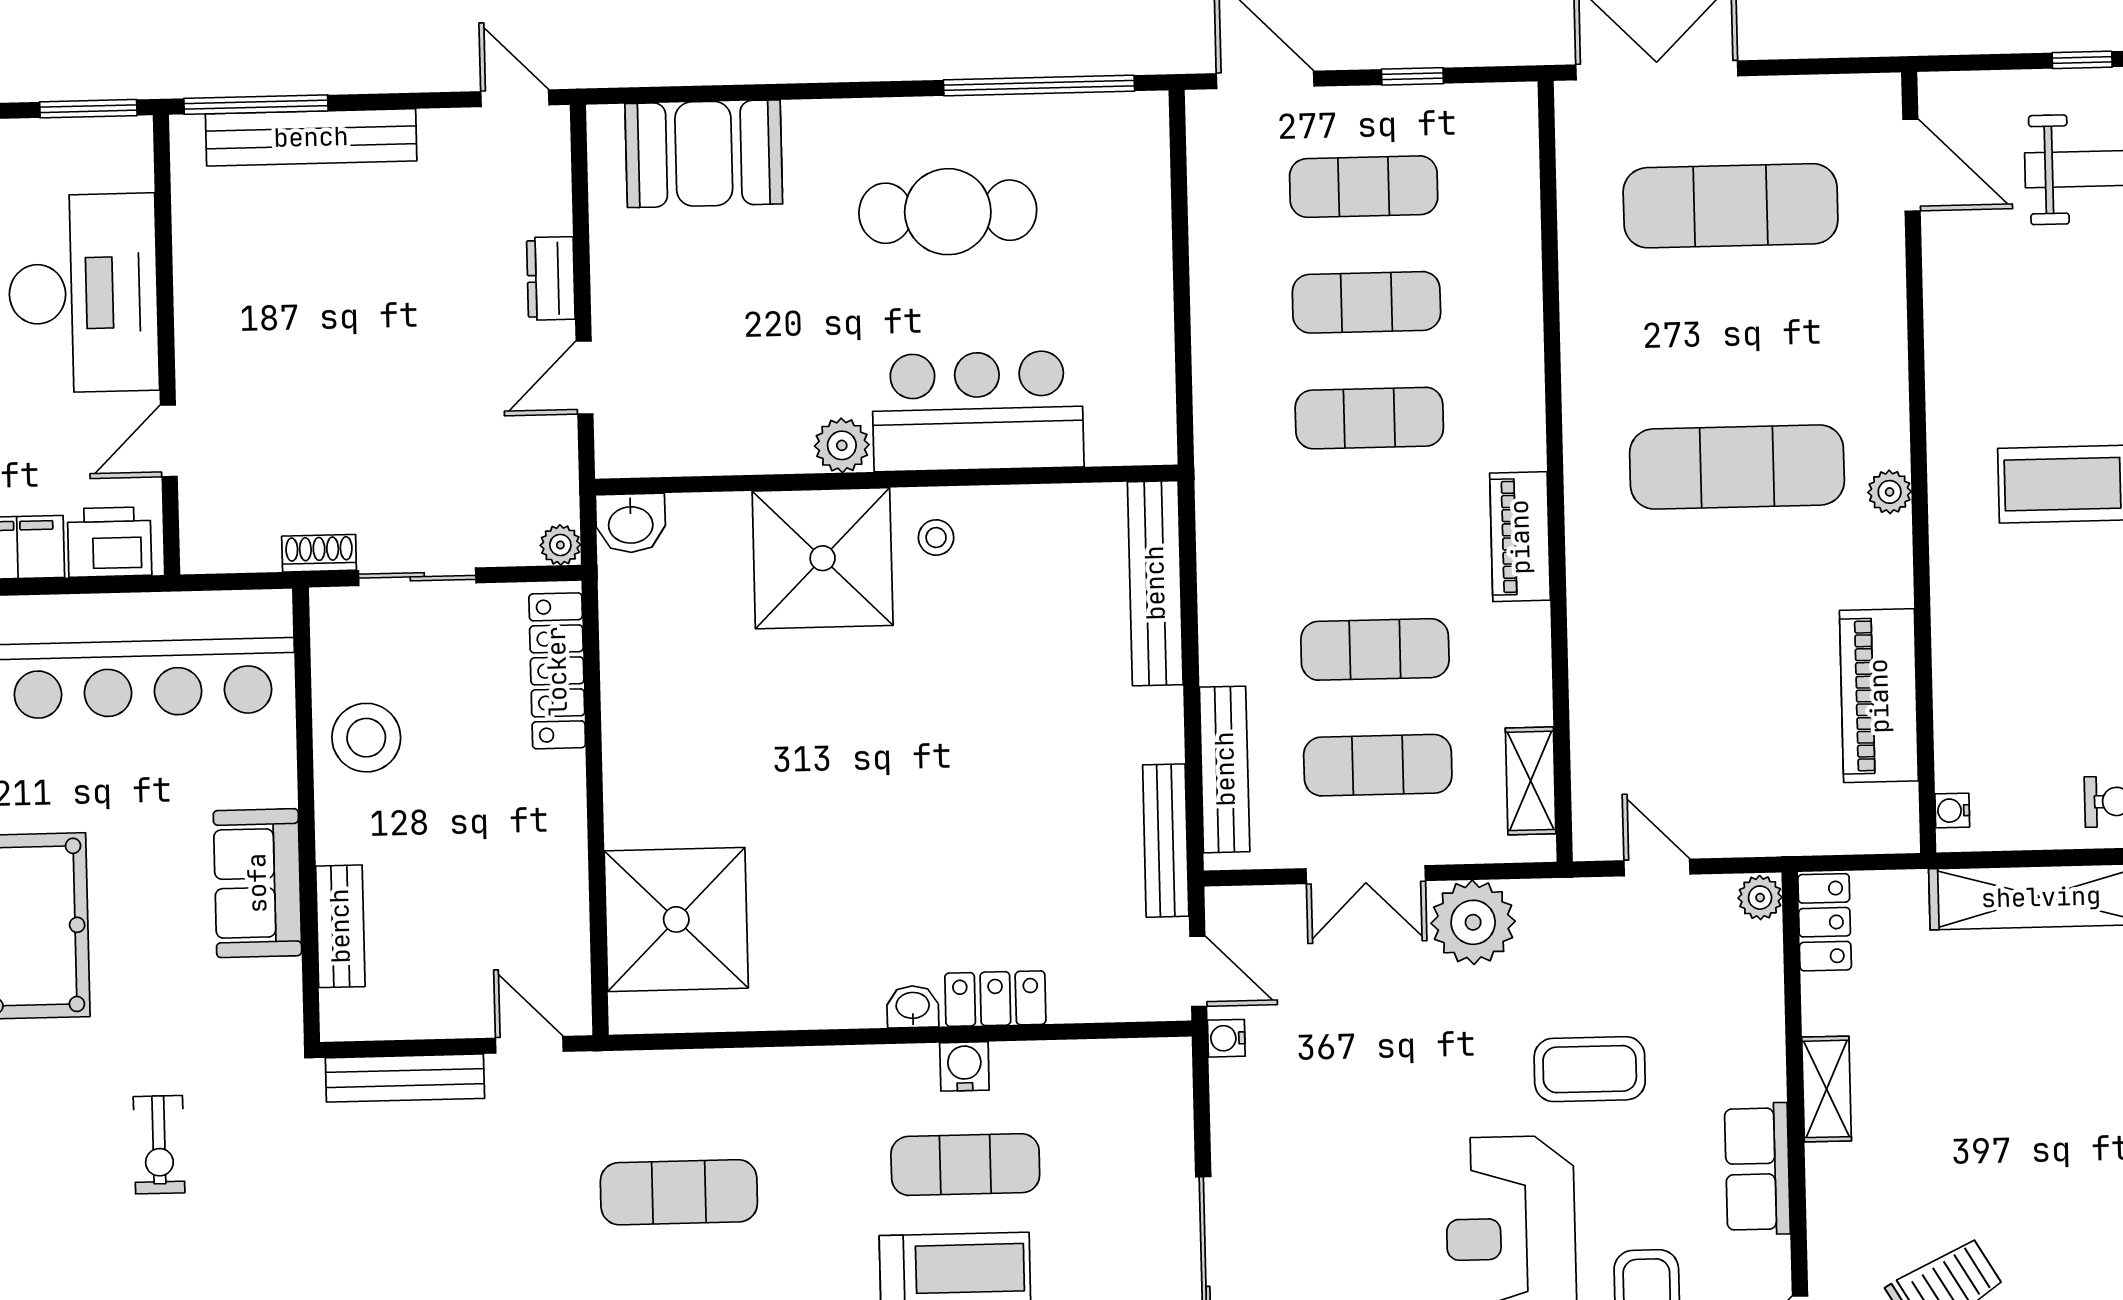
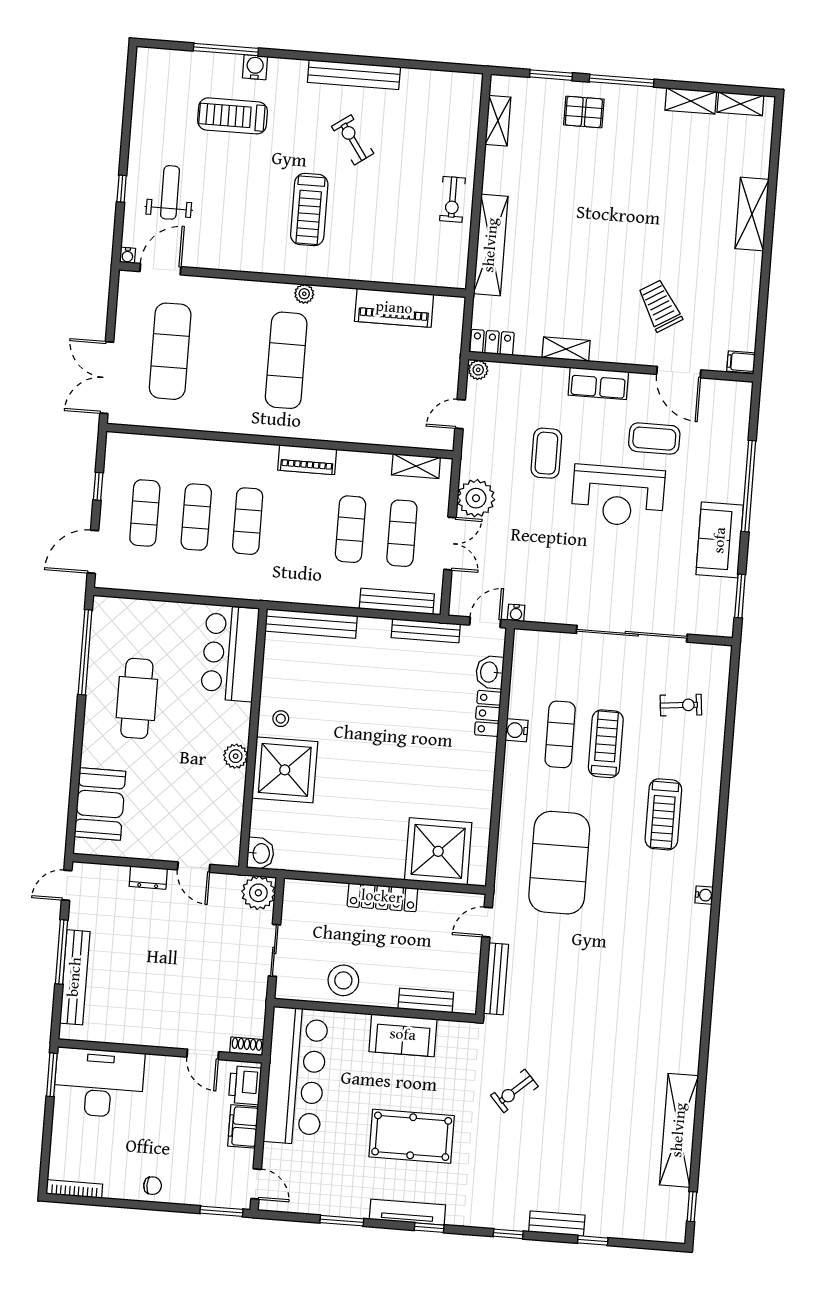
window: (256, 105) -> (61, 952), moved
desk: (83, 293) -> (99, 1083), moved
bar counter: (978, 411) -> (230, 653), moved
plant: (560, 545) -> (258, 893), width x1.87, depth x1.87
shoe rack: (319, 553) -> (247, 1046), moved, turned 90
locker: (557, 671) -> (382, 897), moved
water cooler: (1952, 811) -> (127, 255), moved
washbasin: (913, 1007) -> (490, 672), moved, width x1.38, depth x1.45
exercise bike: (159, 1145) -> (514, 1091), turned 138
exercise mat: (679, 1192) -> (559, 863), width x2.00, depth x1.45

